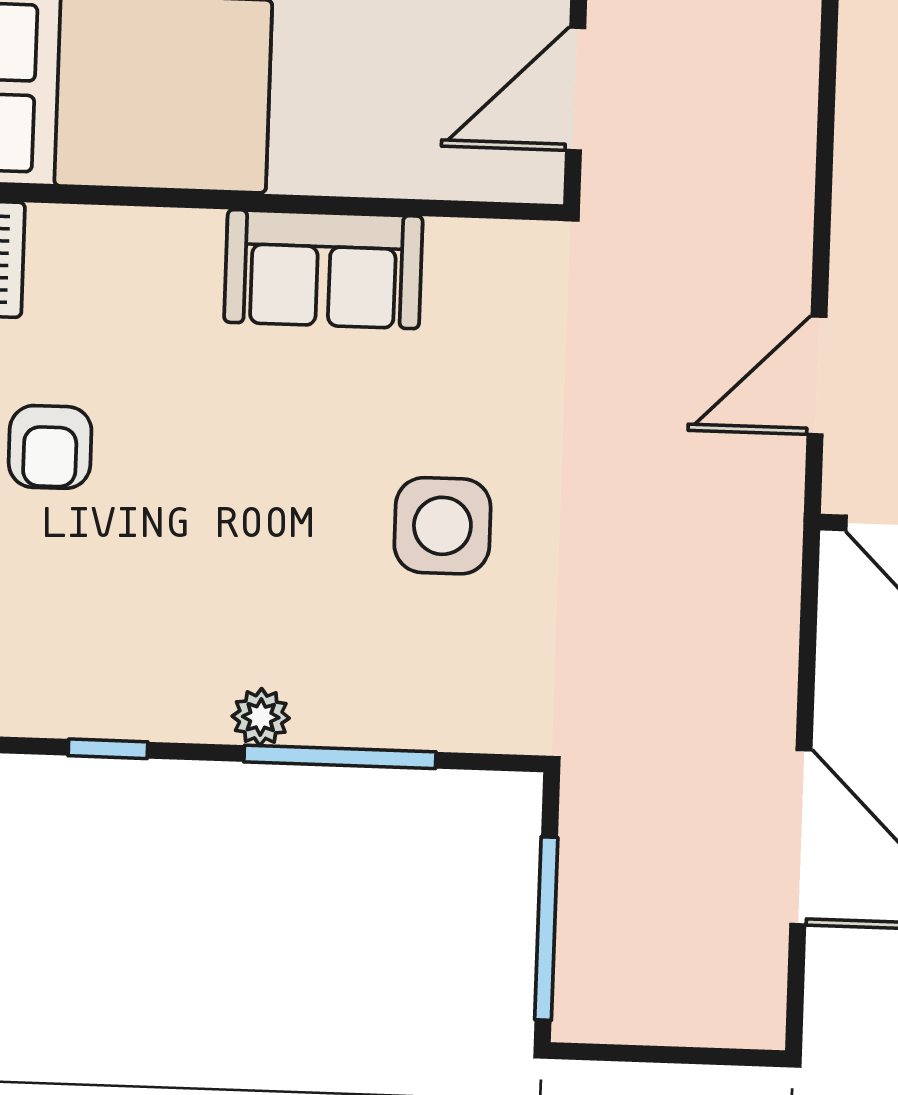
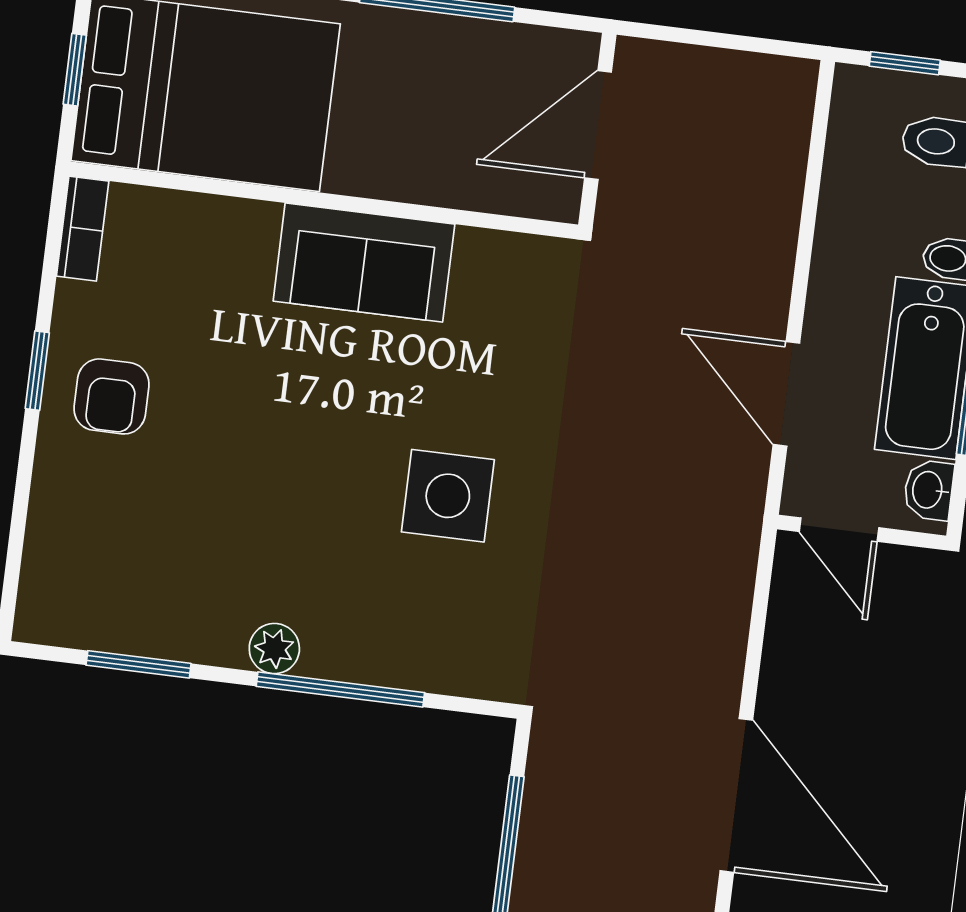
door: (817, 375) -> (786, 394), hinge flipped
window: (108, 749) -> (139, 664), width x1.50

